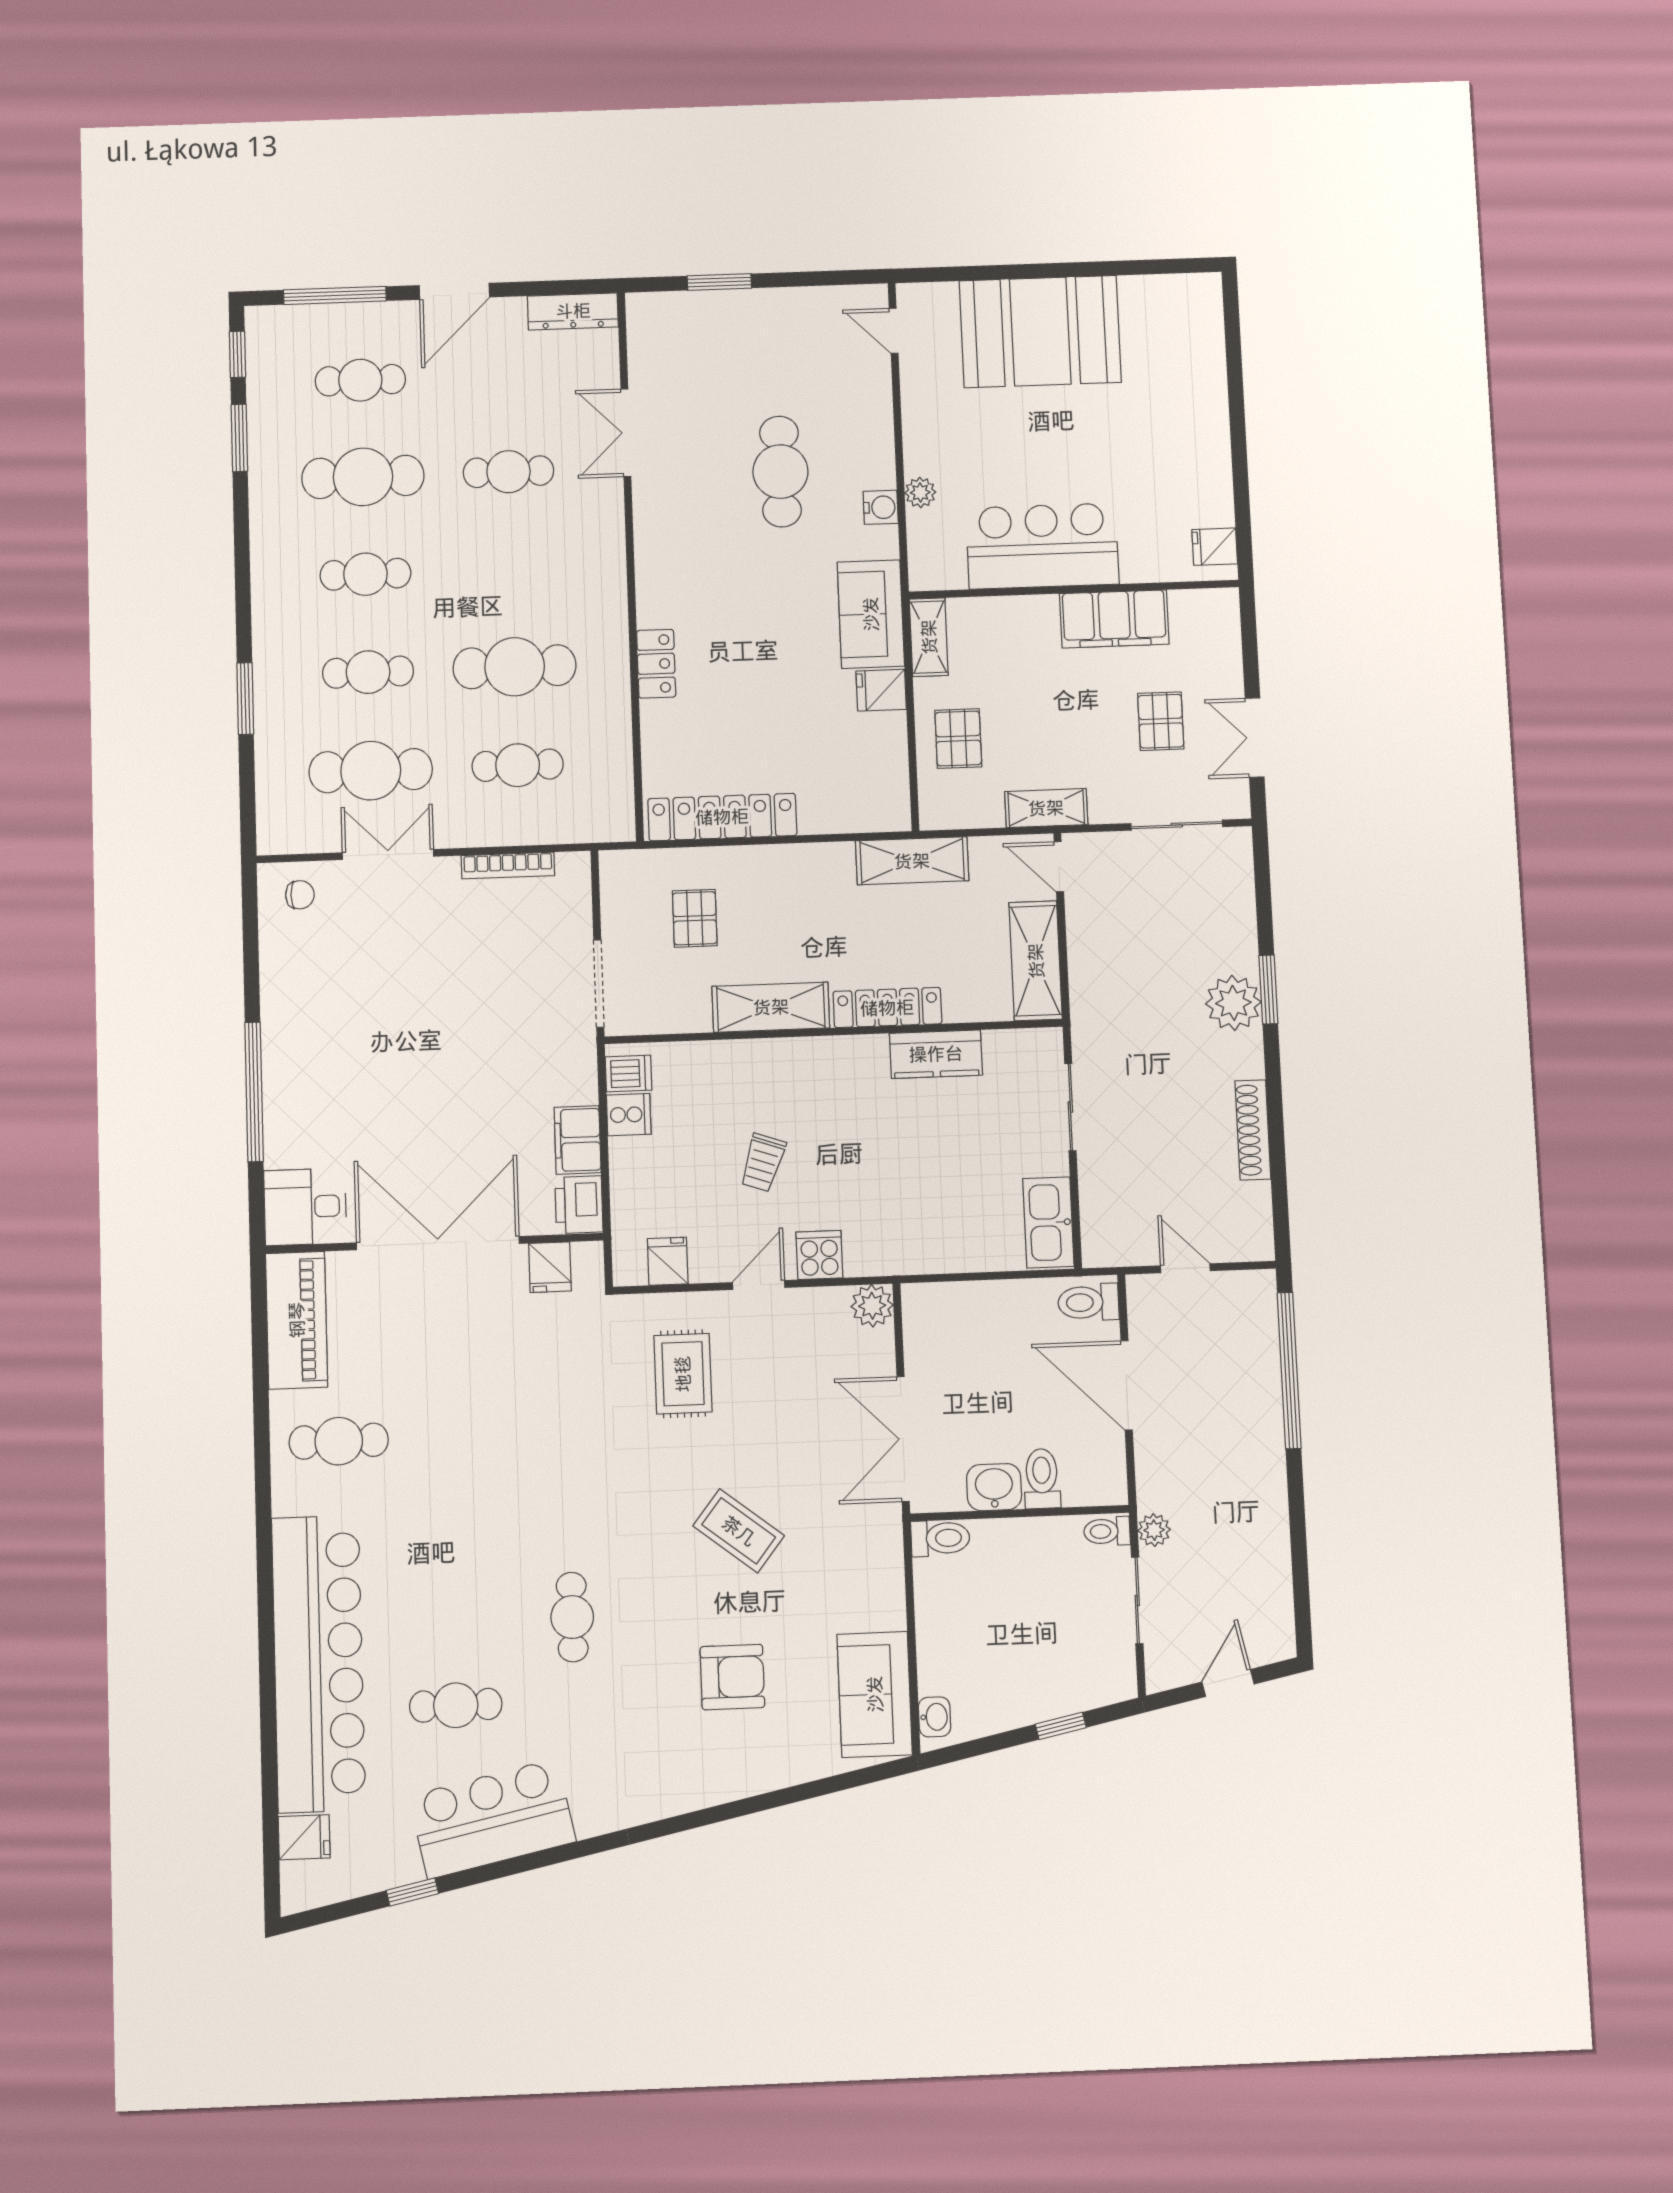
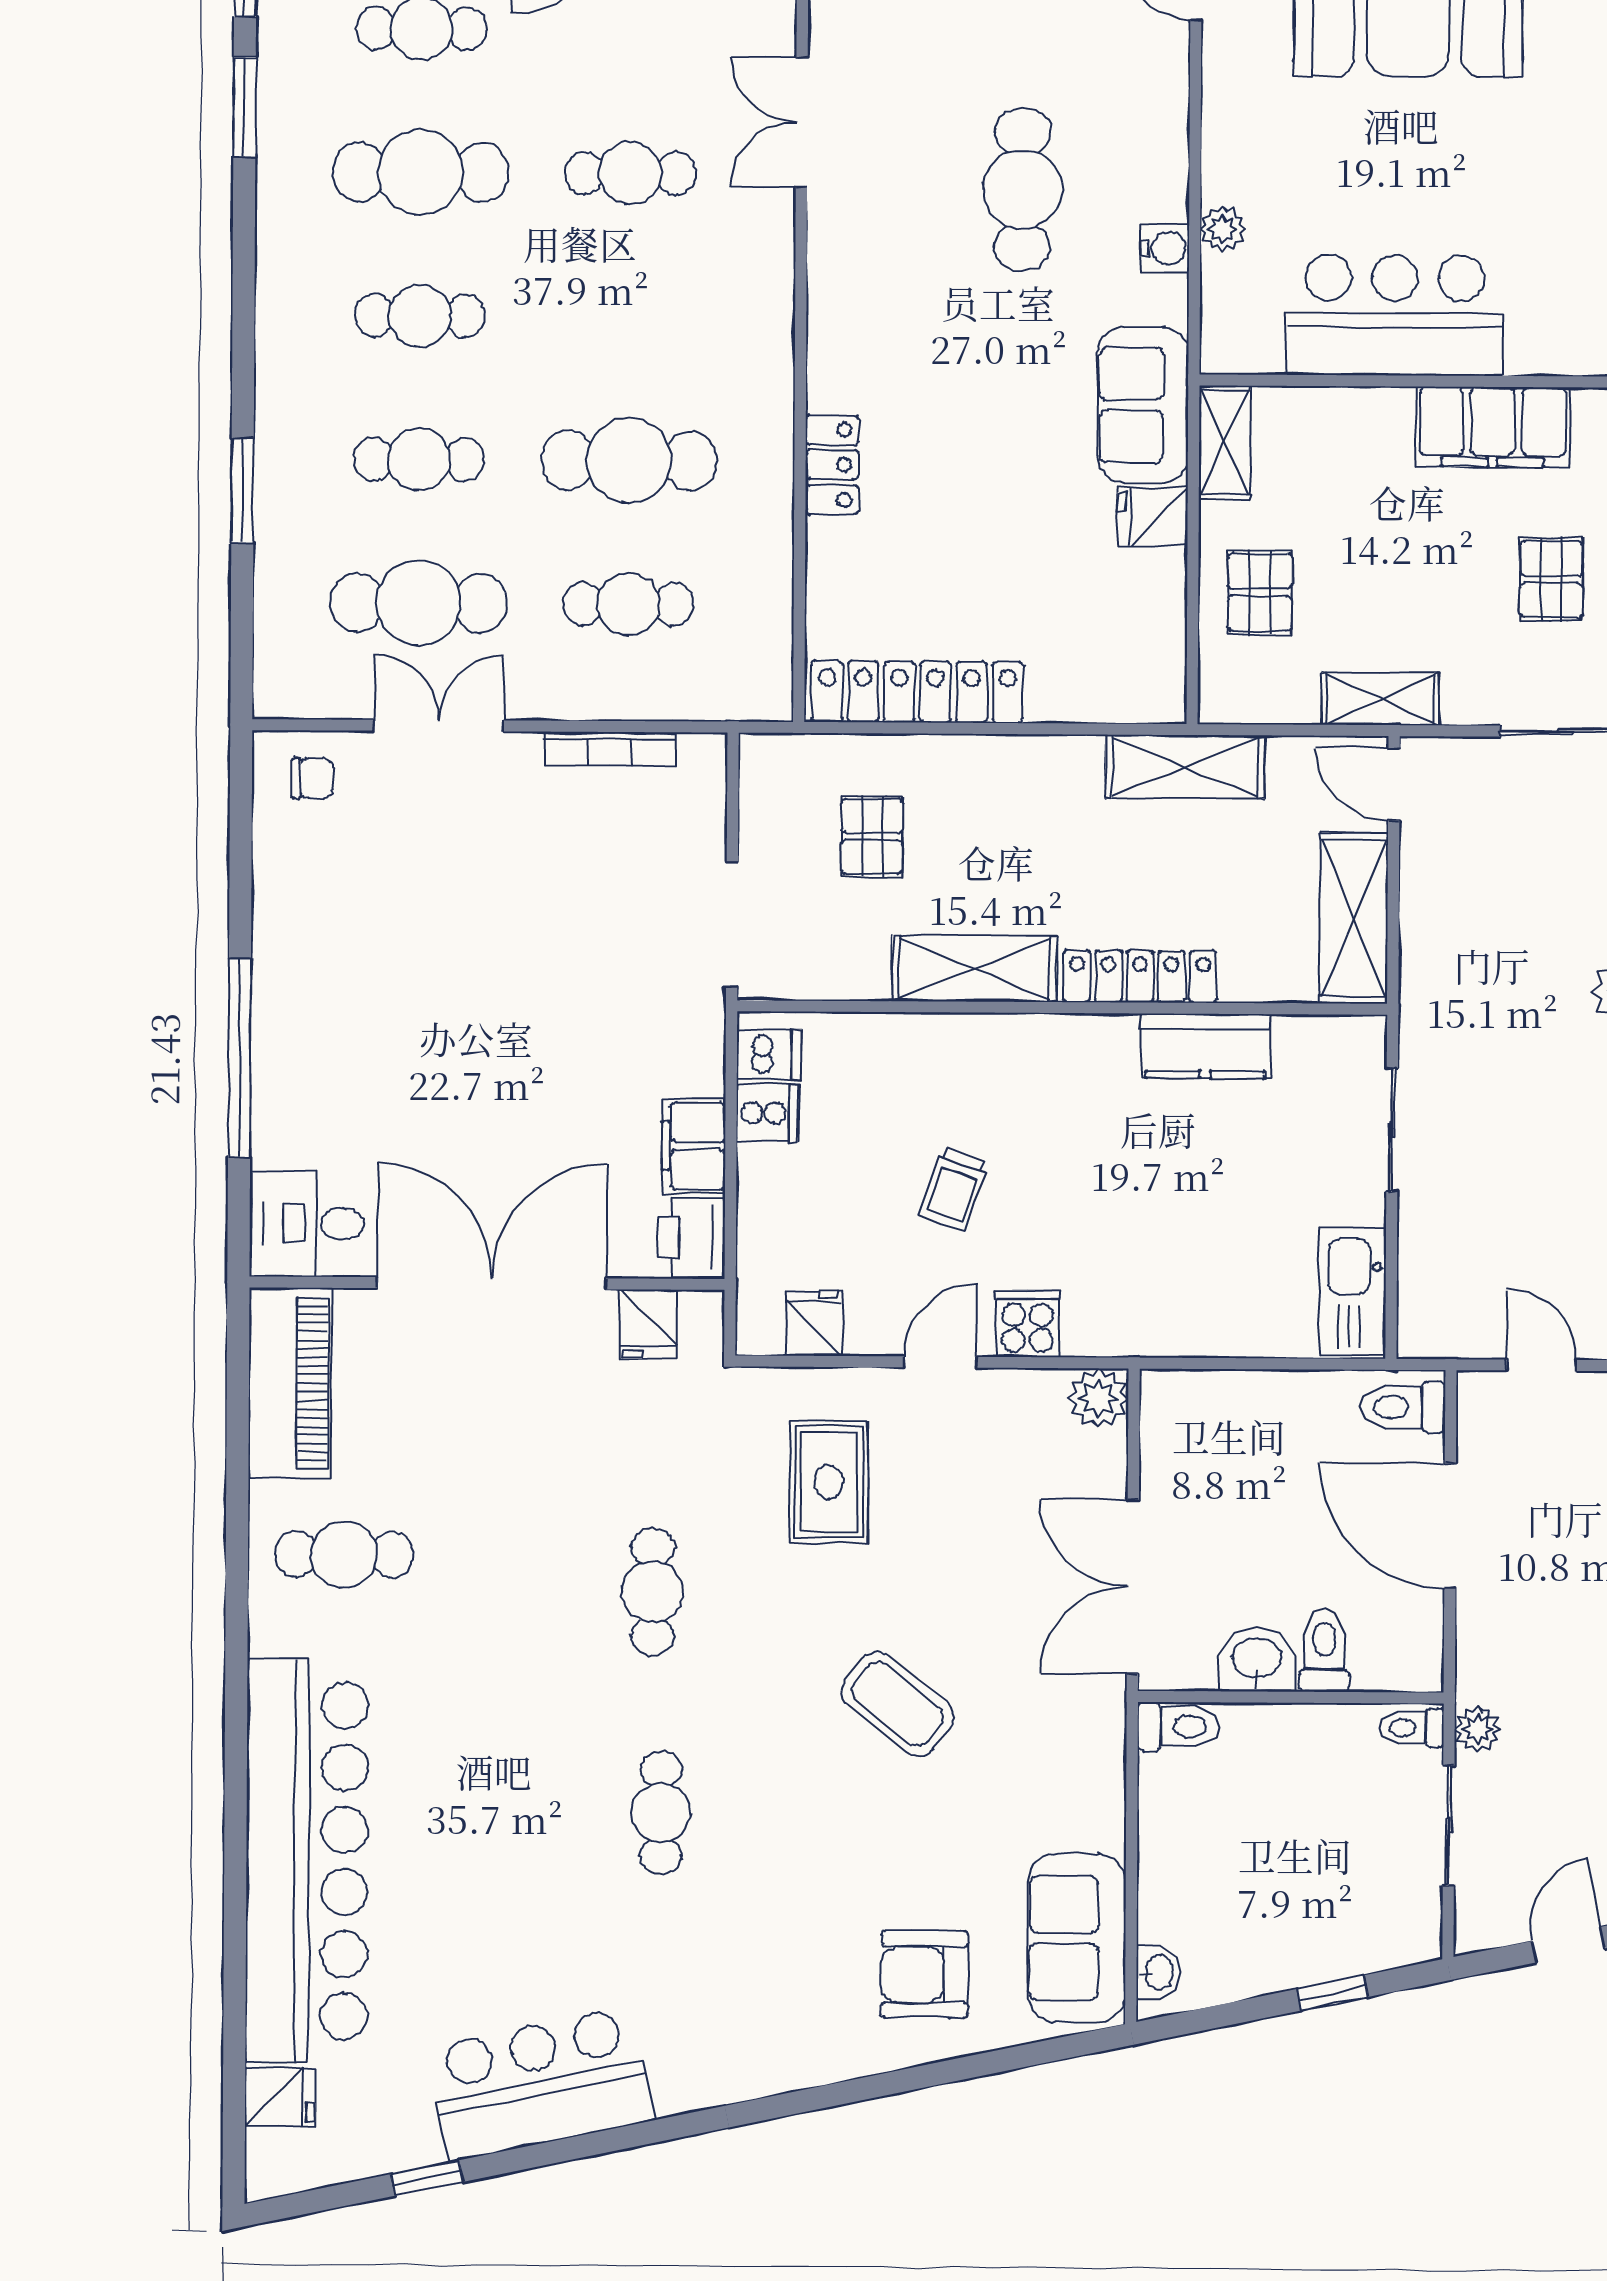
armchair: (732, 1677) -> (925, 1974), moved, turned 180
cafe table: (456, 1705) -> (653, 1592), moved, turned 90

